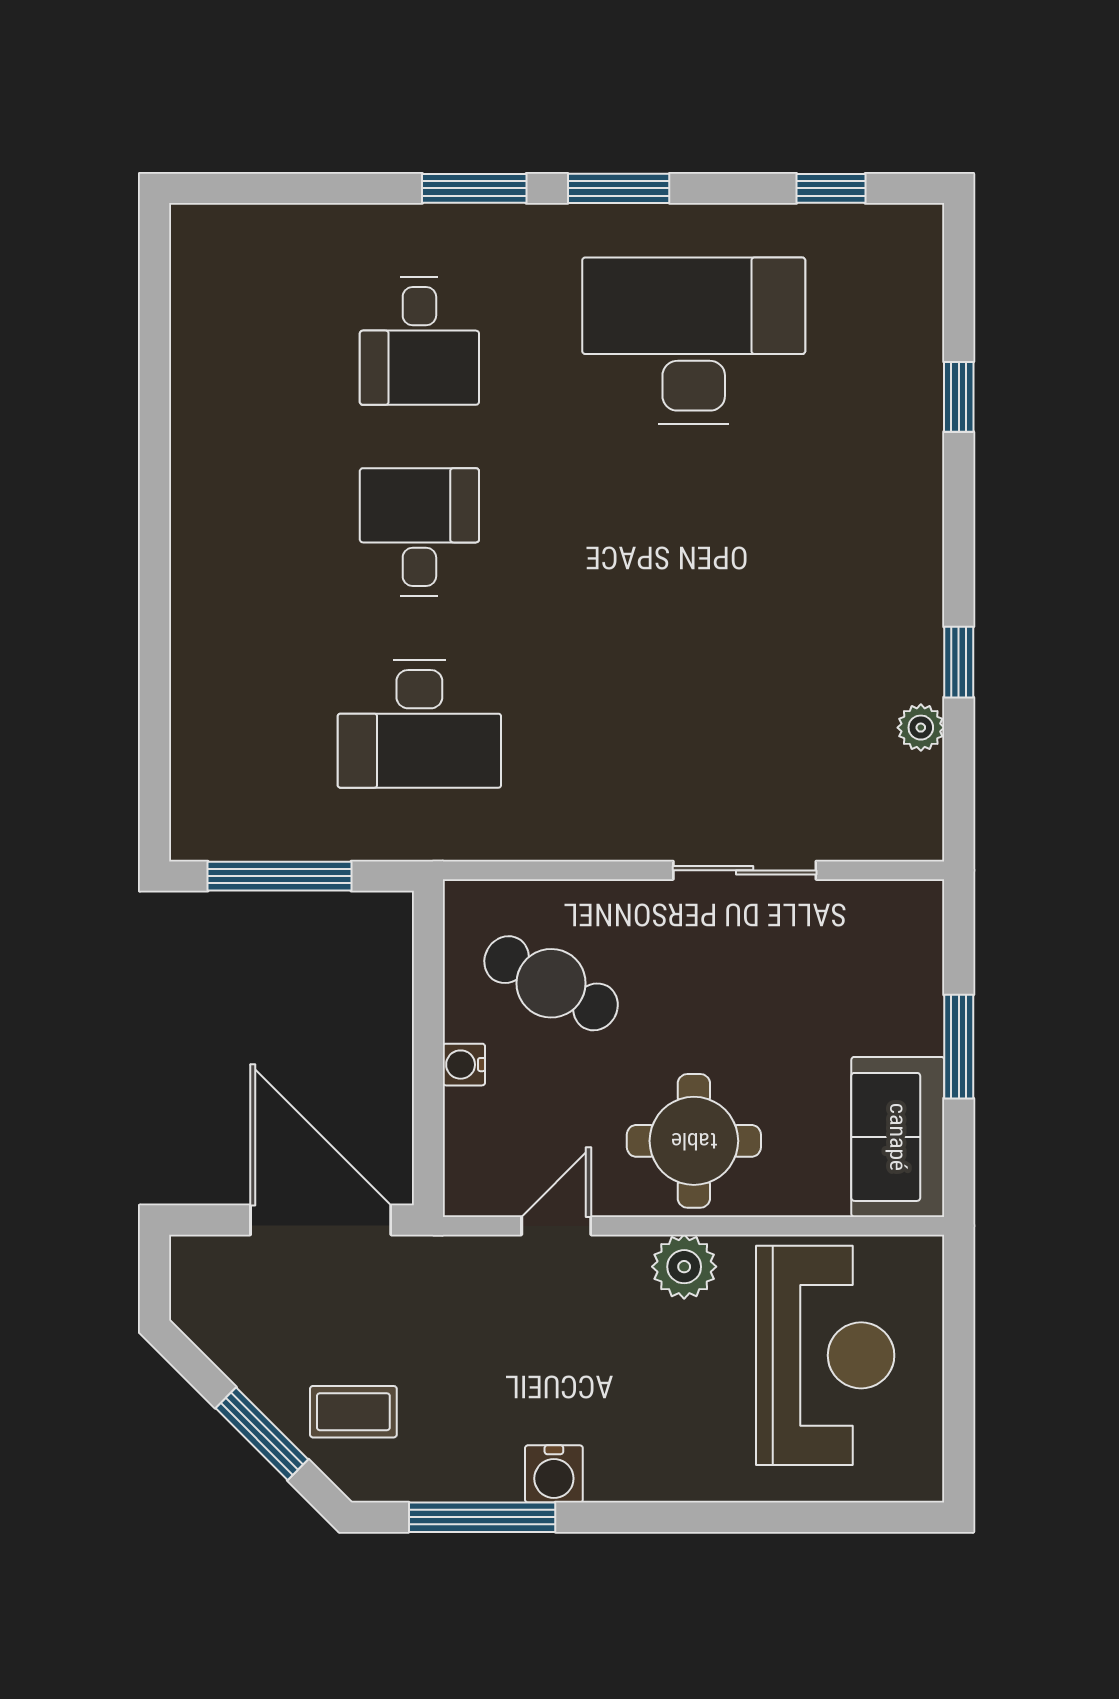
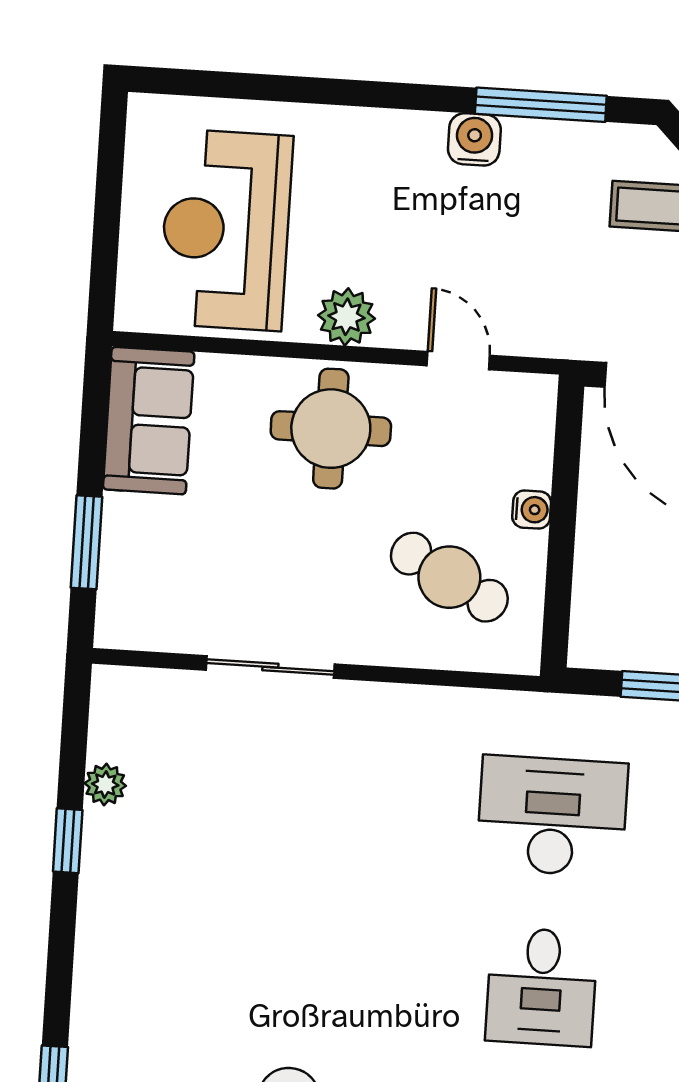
window: (959, 1047) -> (87, 542), moved
door: (556, 1226) -> (458, 361), swing flipped

